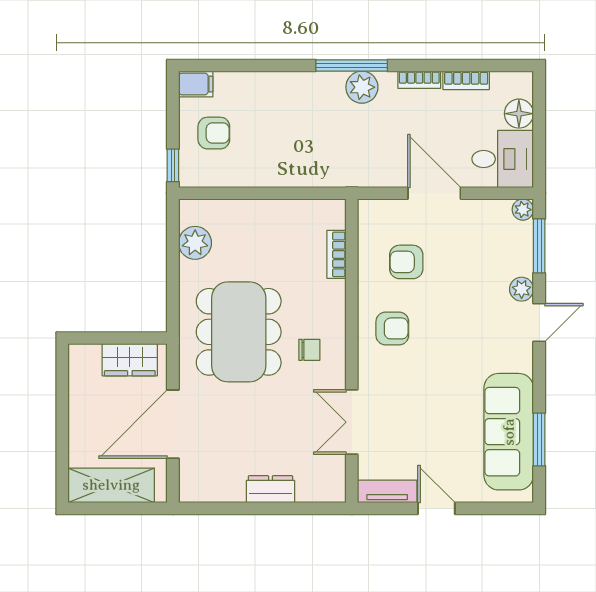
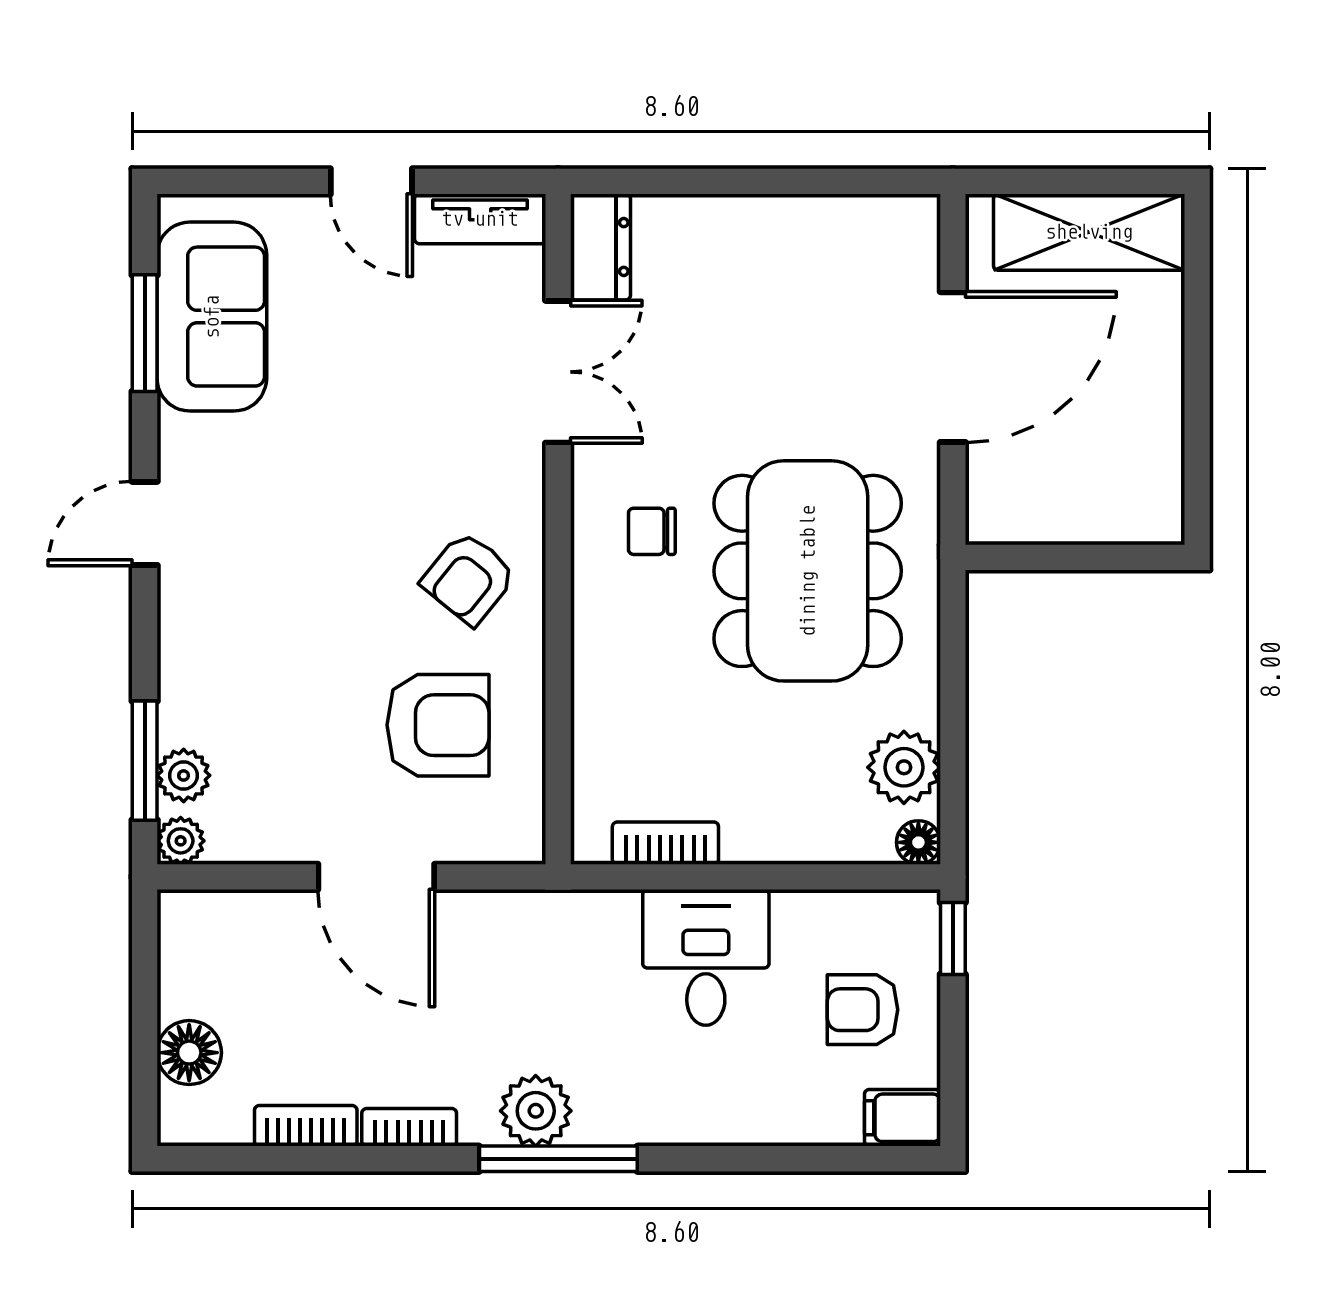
desk: (503, 159) -> (706, 957), moved, turned 90
floor lamp: (189, 209) -> (918, 842), added
bookcase: (337, 254) -> (665, 843), moved, turned -90
armchair: (406, 262) -> (438, 725), width x1.38, depth x1.38
plant: (522, 289) -> (184, 775), moved
door: (539, 323) -> (145, 523), moved
armchair: (392, 328) -> (469, 578), turned -51
wardrobe: (130, 360) -> (1048, 509), removed
sofa: (509, 432) -> (212, 317), width x0.73
dresser: (270, 489) -> (600, 247), moved, turned -90

